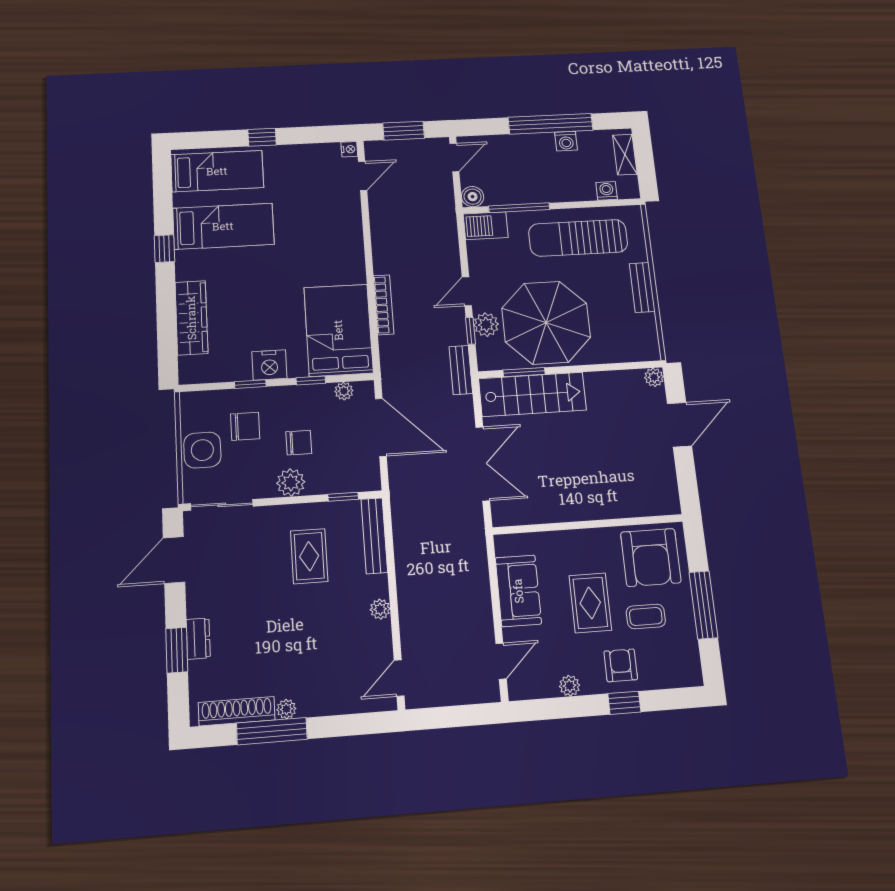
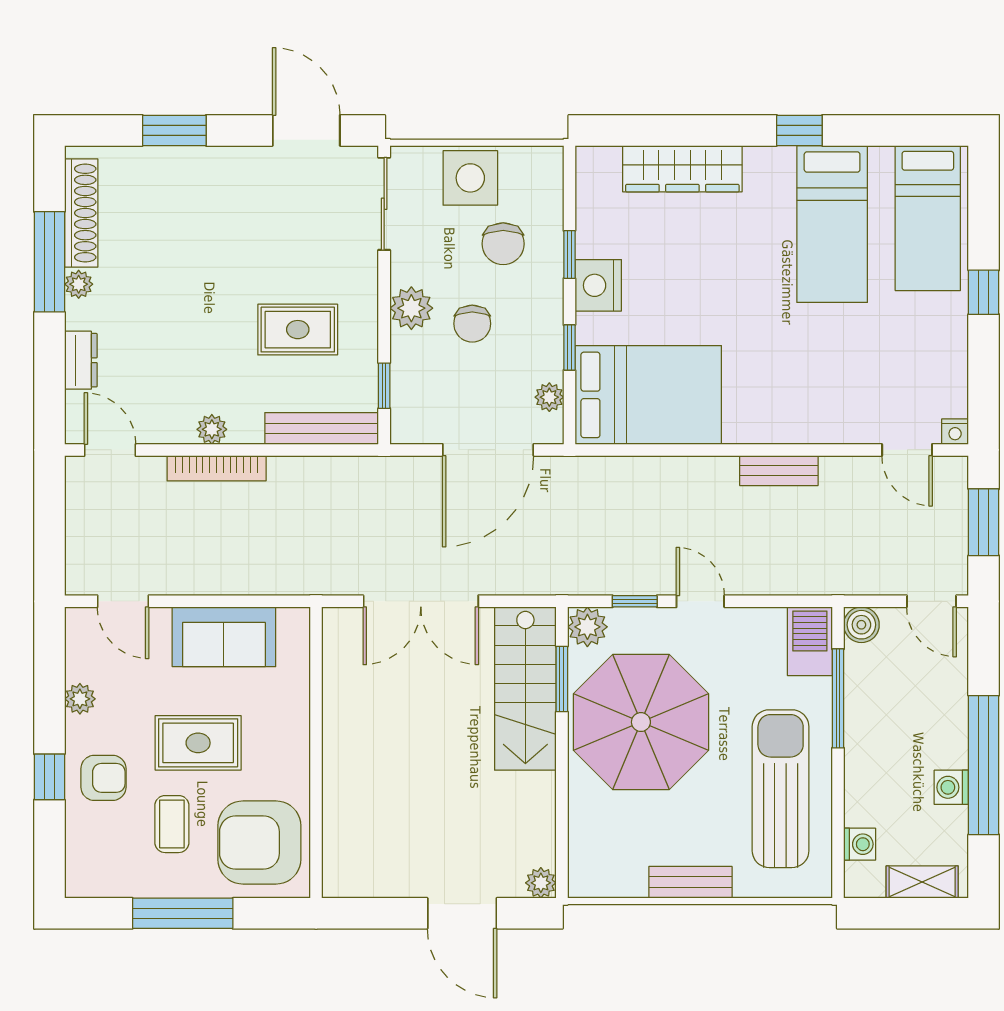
bookcase: (384, 305) -> (217, 468), moved
plant: (486, 325) -> (587, 627), moved
bench: (461, 370) -> (779, 471), moved
dresser: (198, 639) -> (81, 360), moved, turned -90

